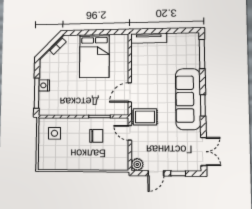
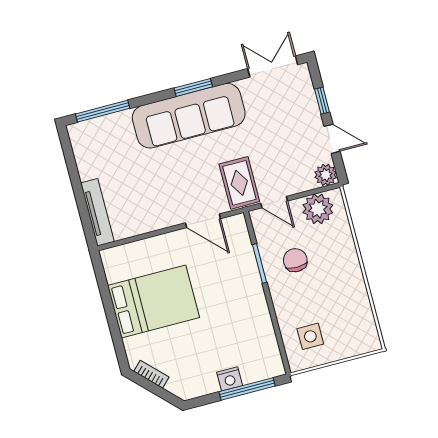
door: (130, 133) -> (274, 202), hinge flipped
plant: (120, 155) -> (318, 209), added

